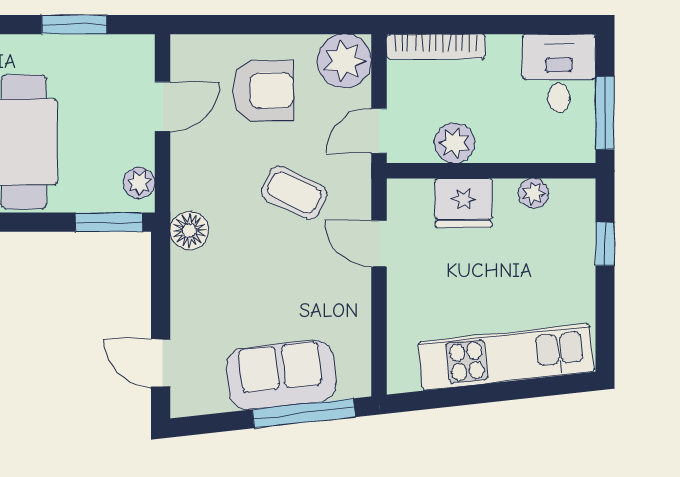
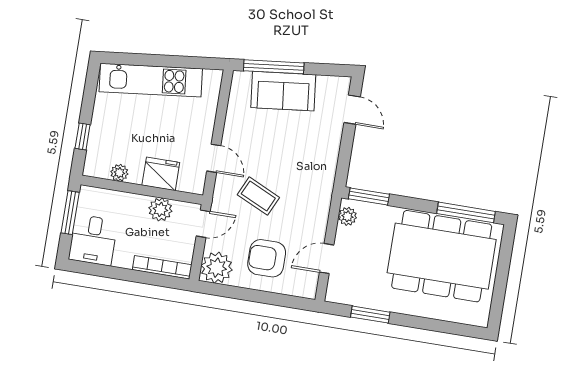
floor lamp: (189, 231) -> (323, 184), removed

